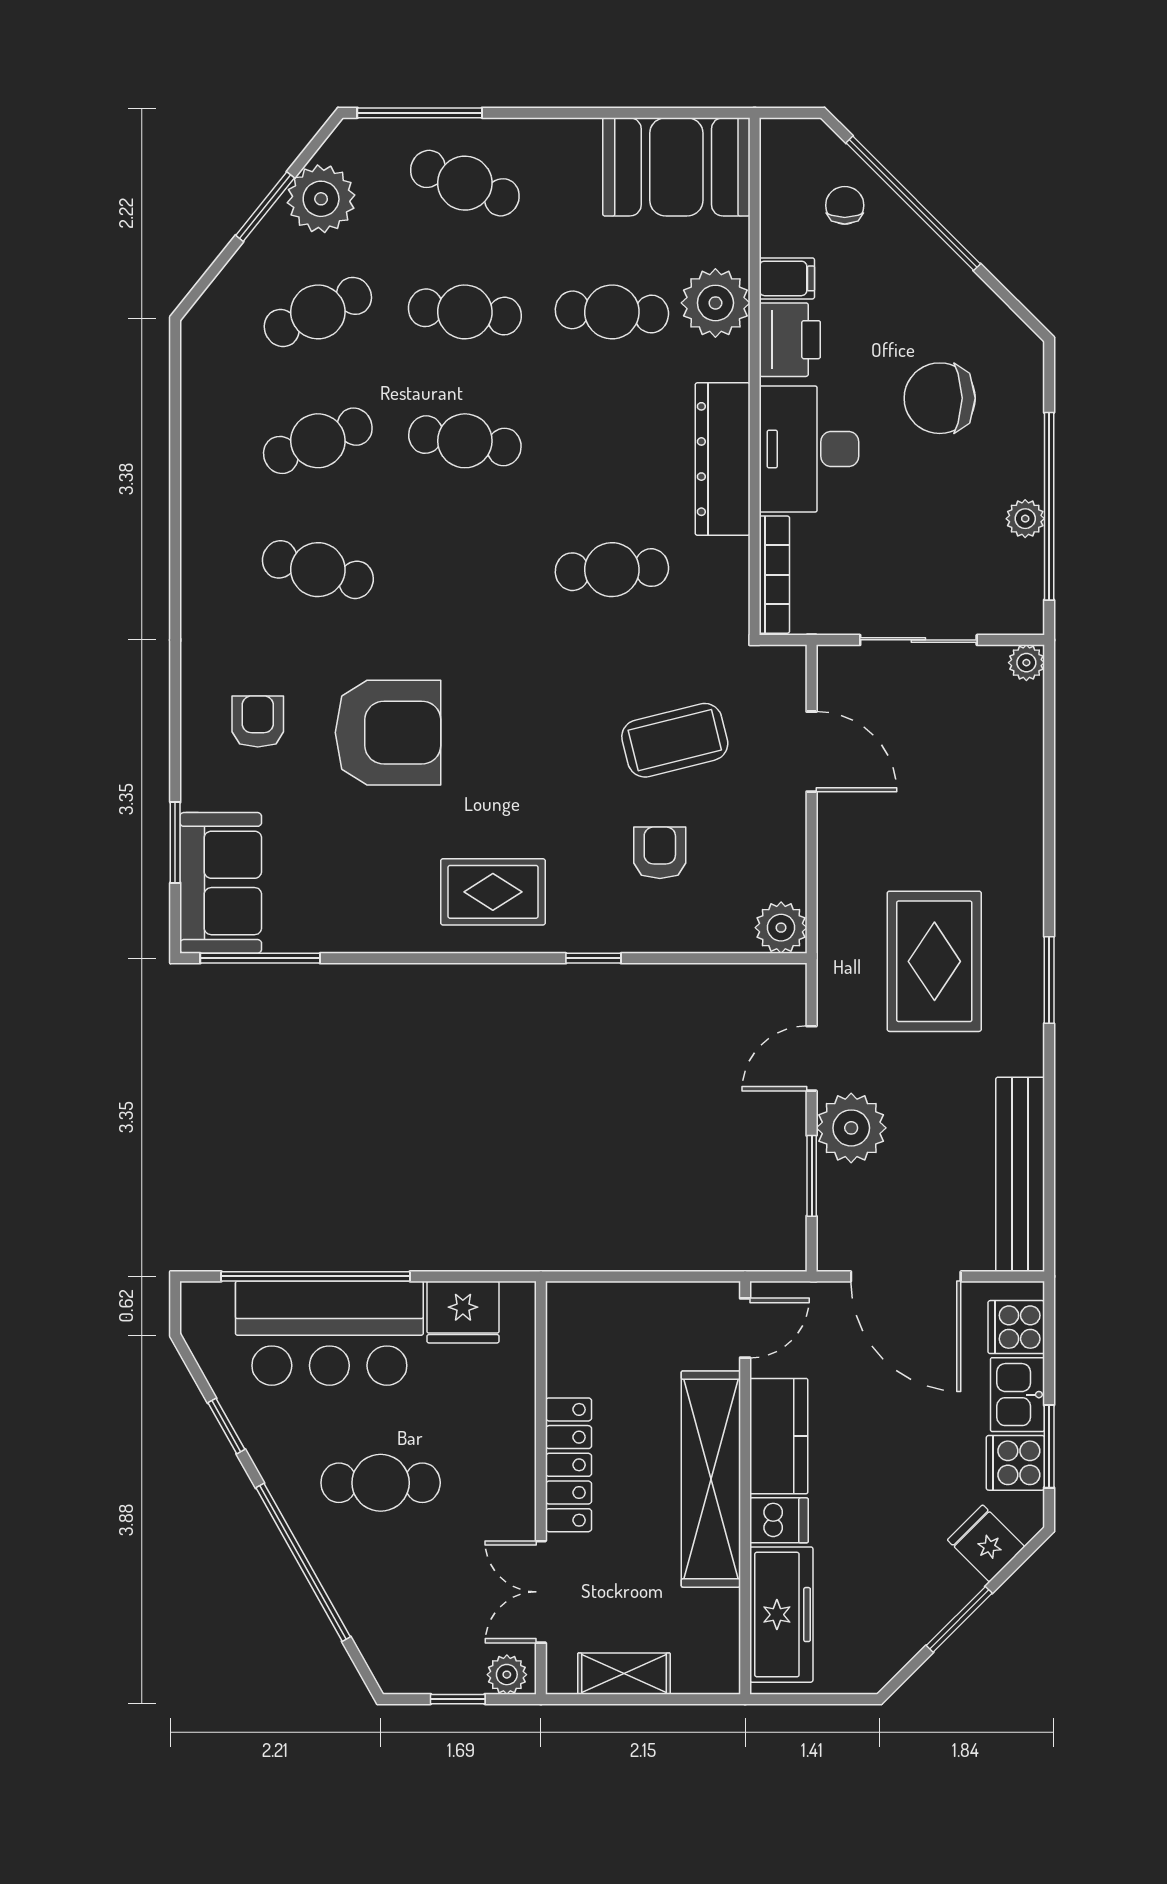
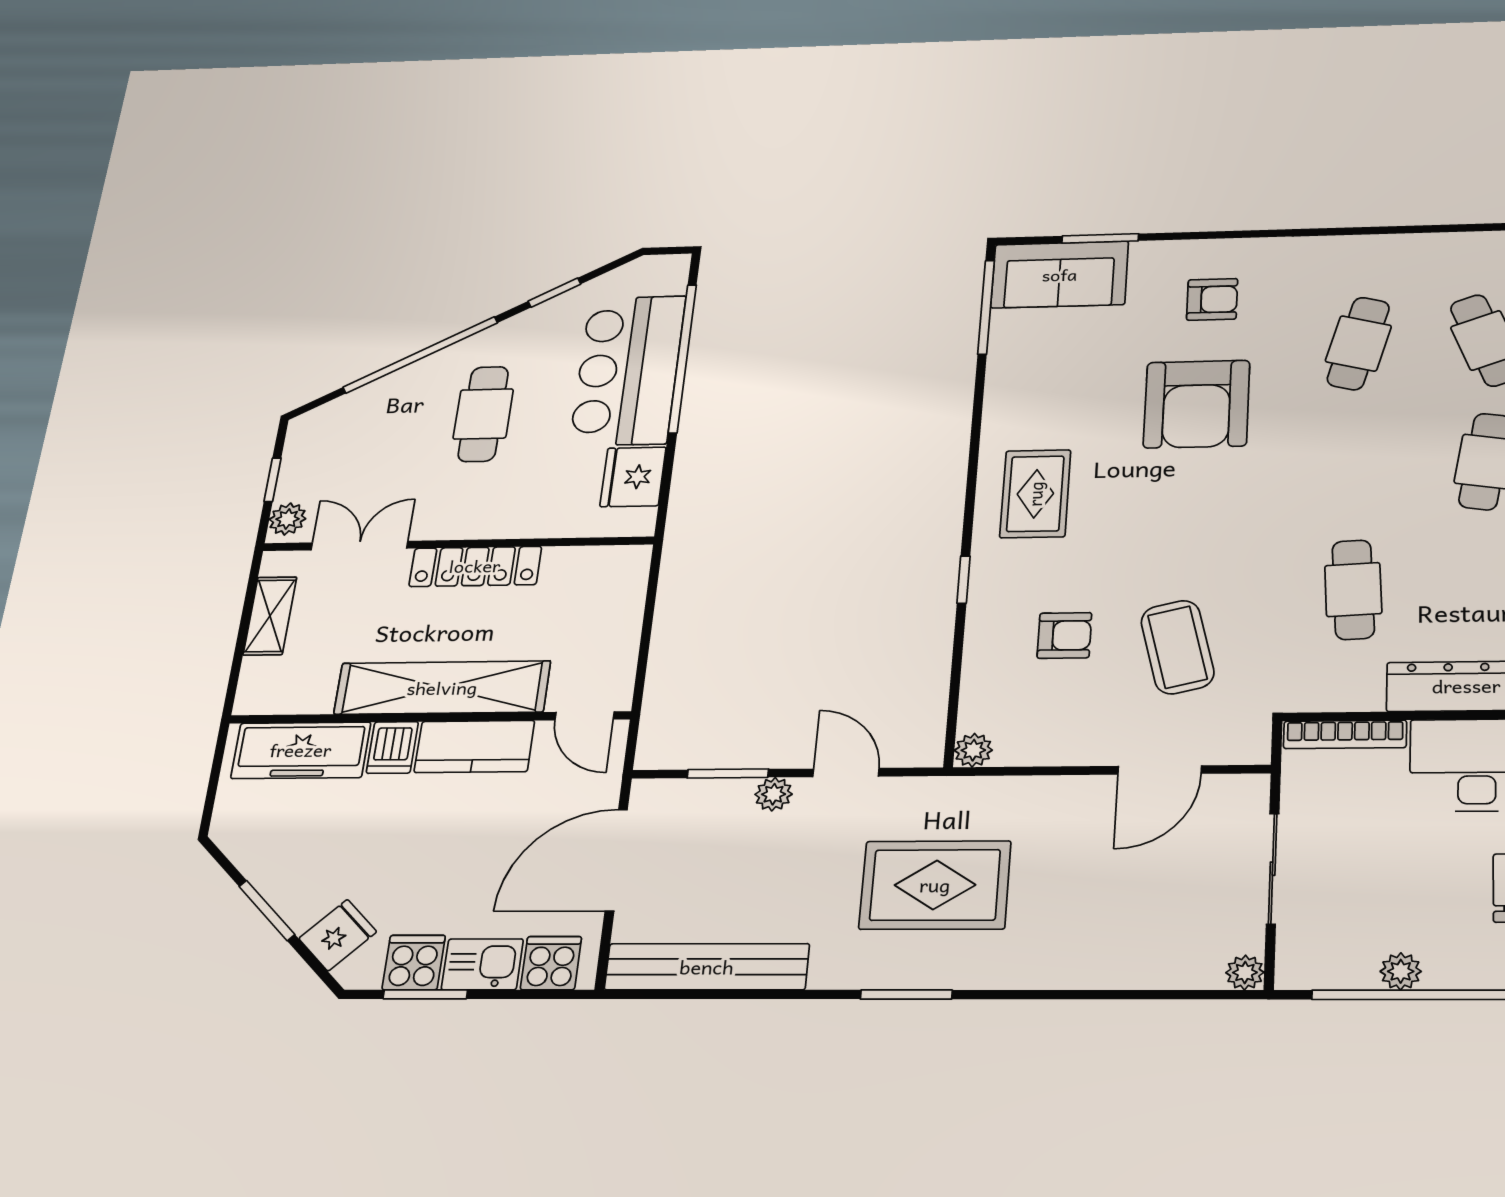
plant: (781, 928) -> (973, 750), width x0.73, depth x0.73
plant: (851, 1128) -> (774, 794), width x0.53, depth x0.53

